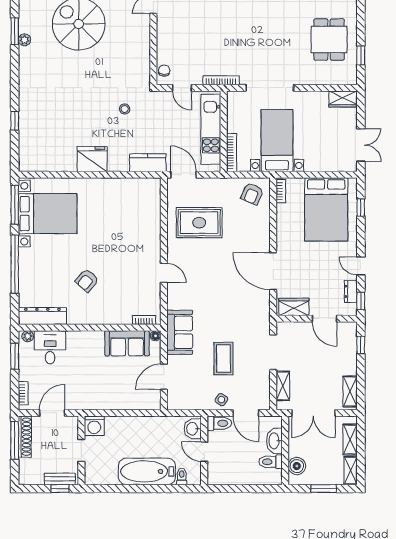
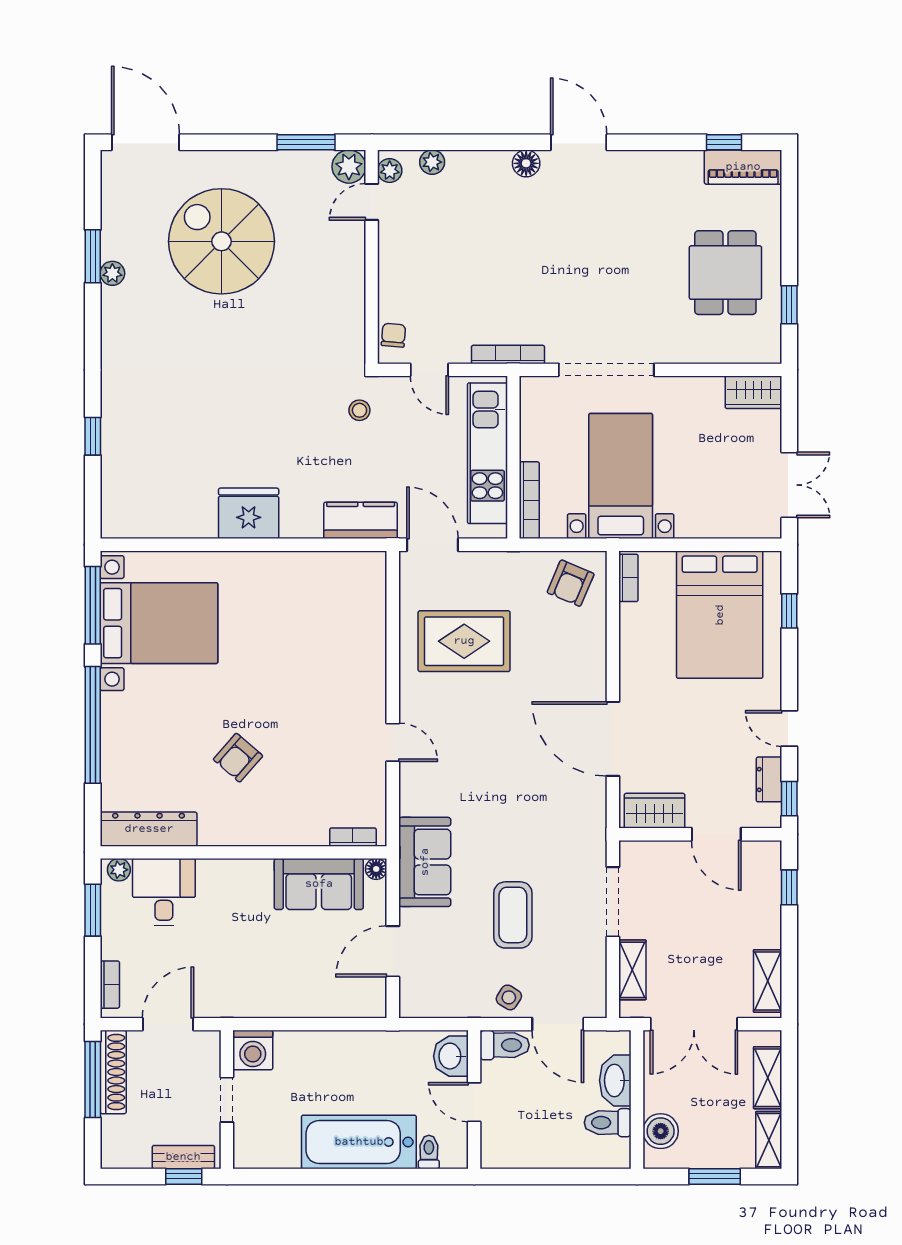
stool: (125, 109) -> (359, 410), moved

